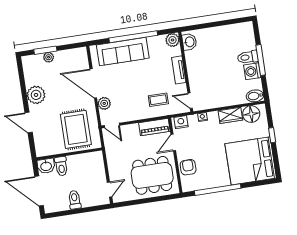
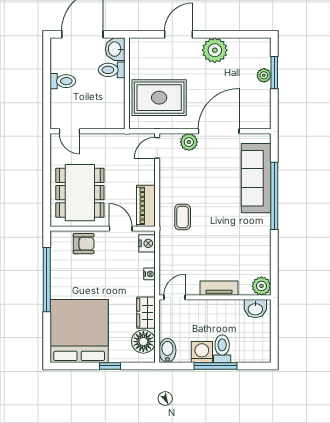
plant: (173, 40) -> (261, 286), moved
washbasin: (189, 42) -> (255, 309), moved
tv unit: (179, 70) -> (219, 288), moved
wall: (186, 72) -> (215, 297), moved
door: (190, 101) -> (174, 297), moved

